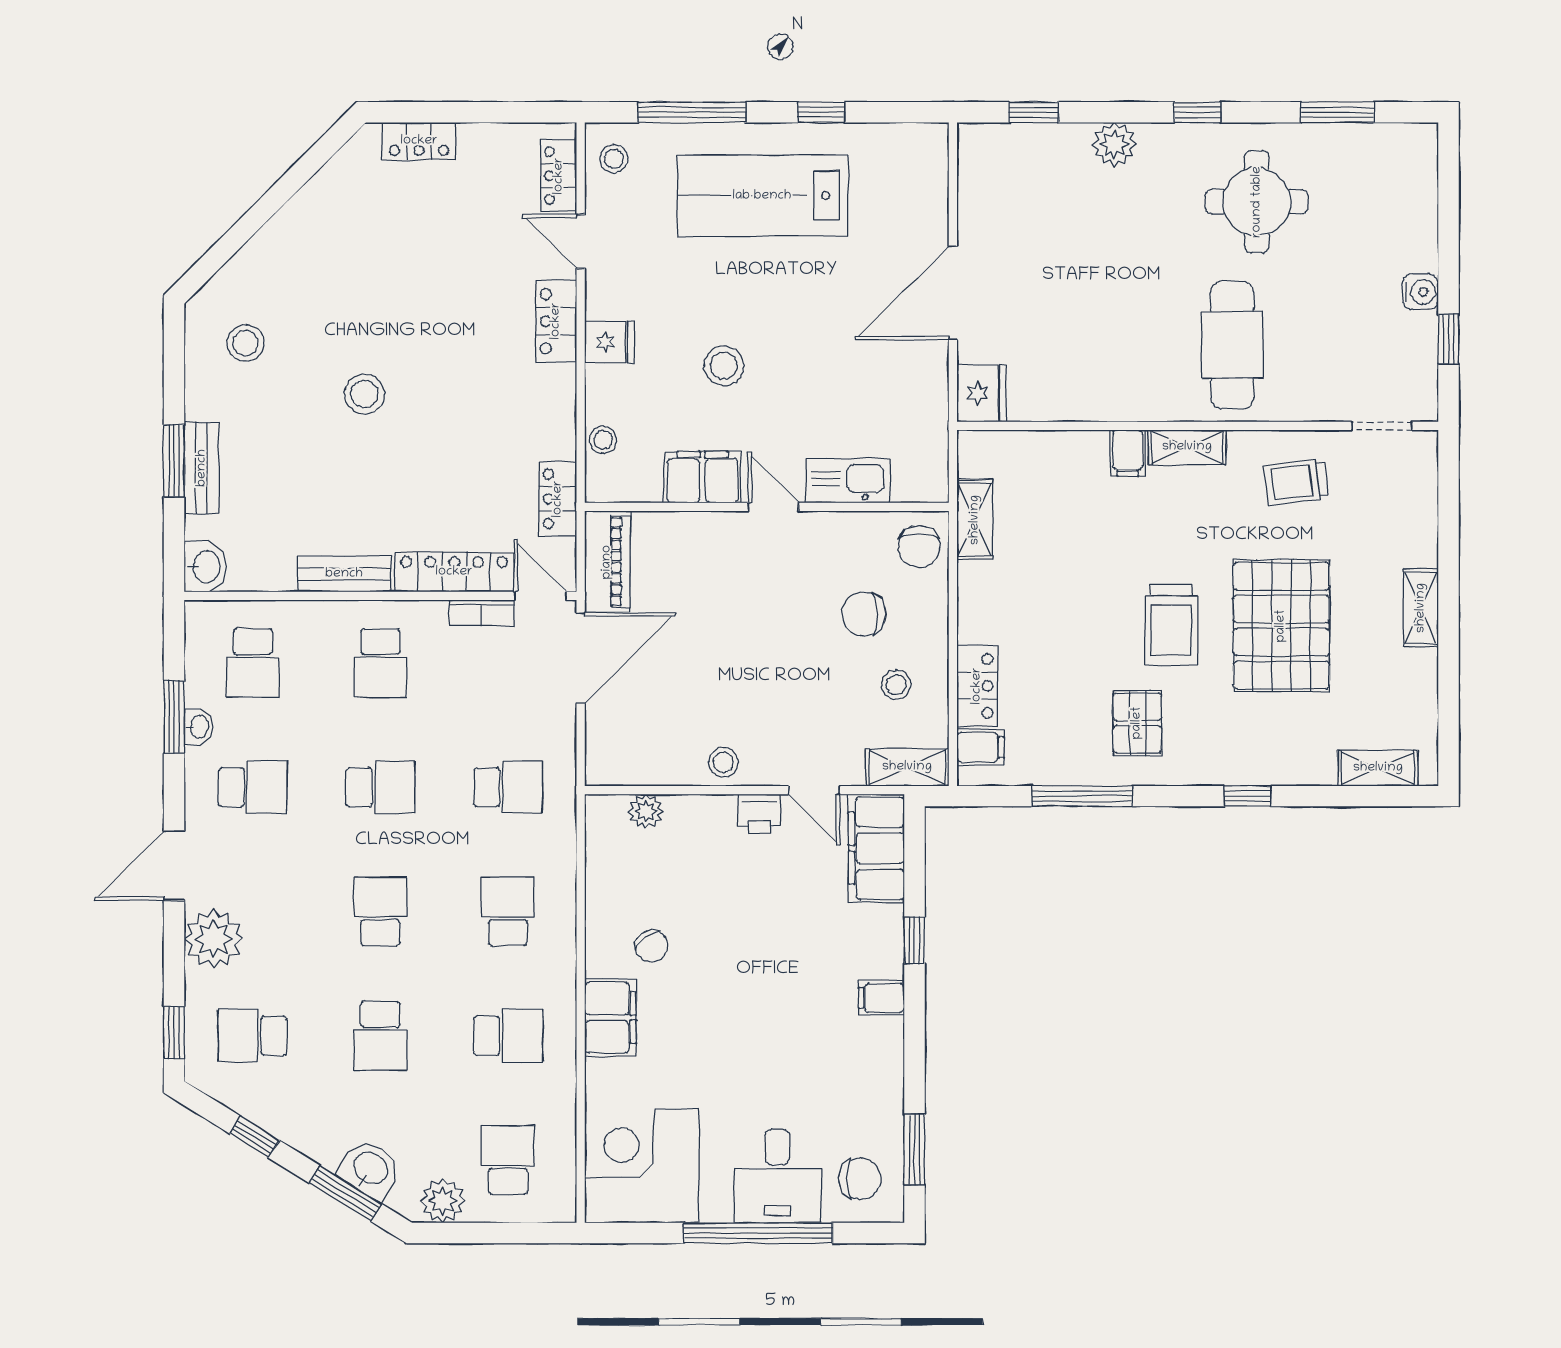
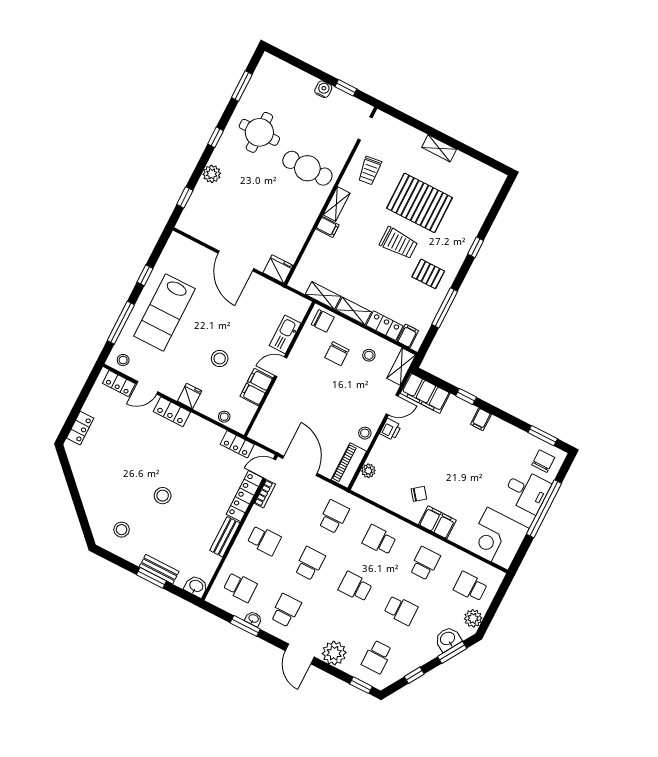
piano: (607, 562) -> (349, 465), moved, turned -90
shelving: (1378, 768) -> (354, 311), moved, turned 90

